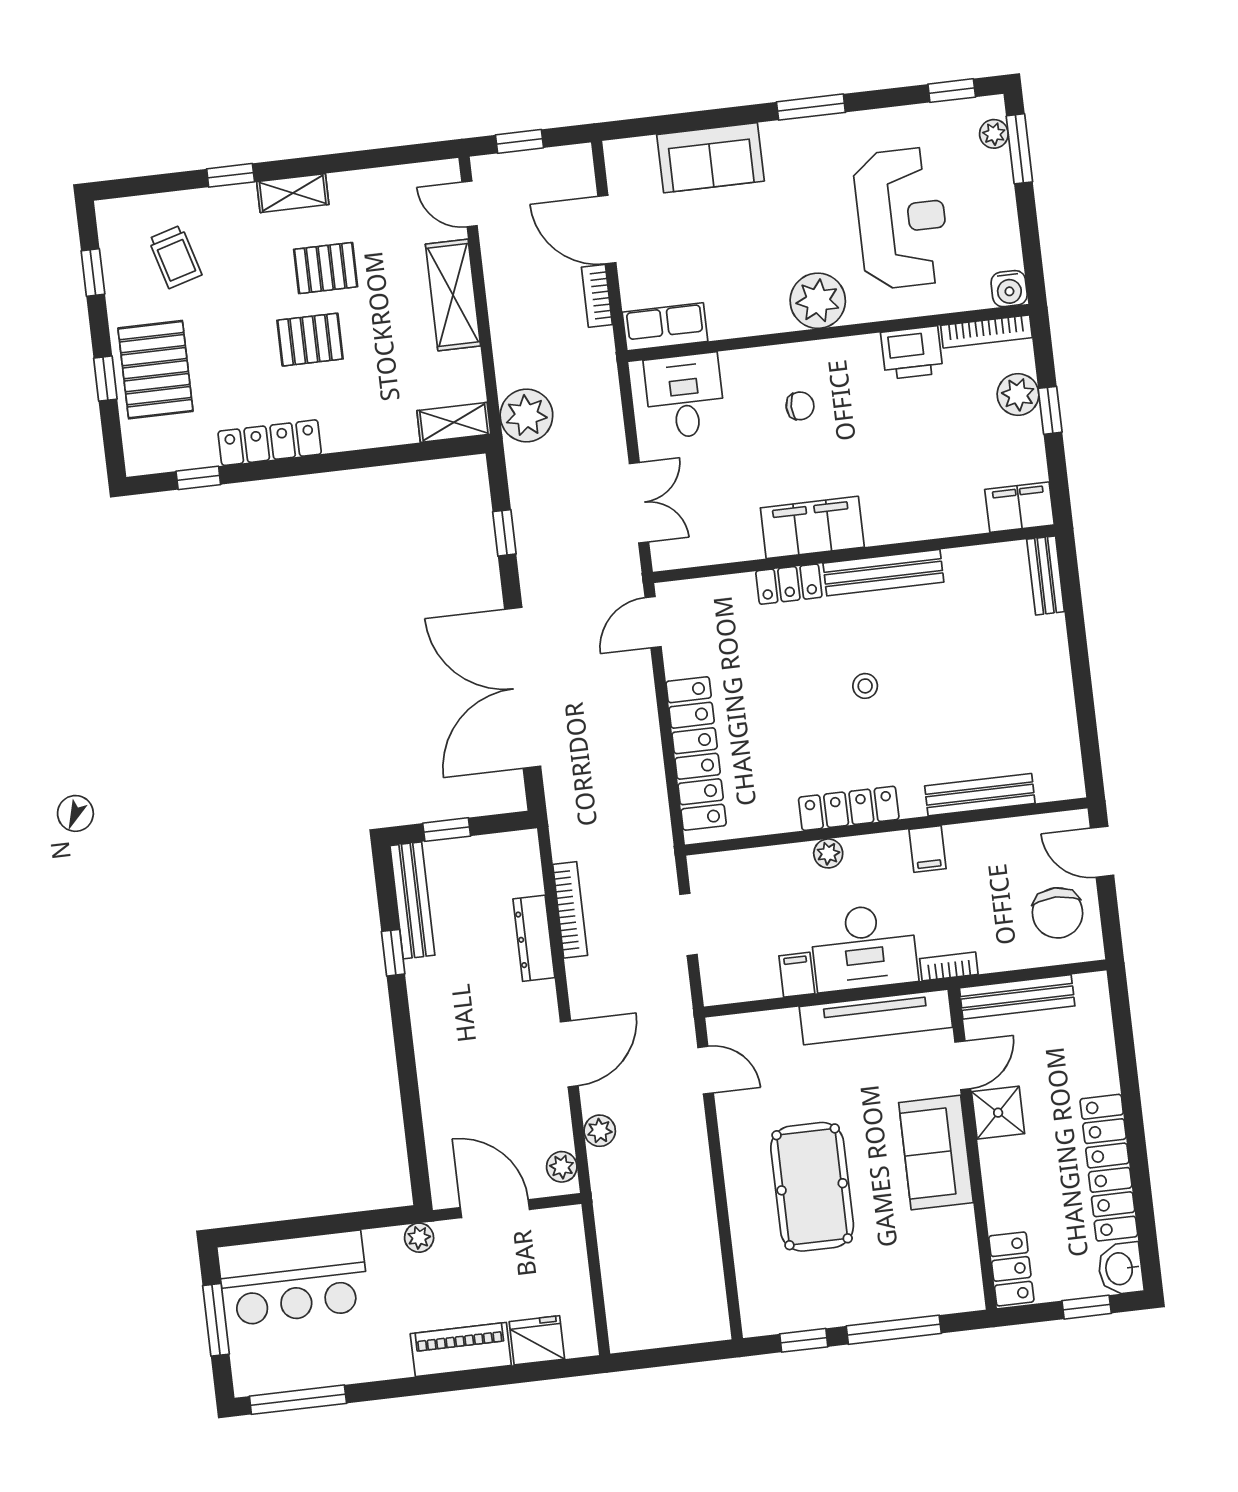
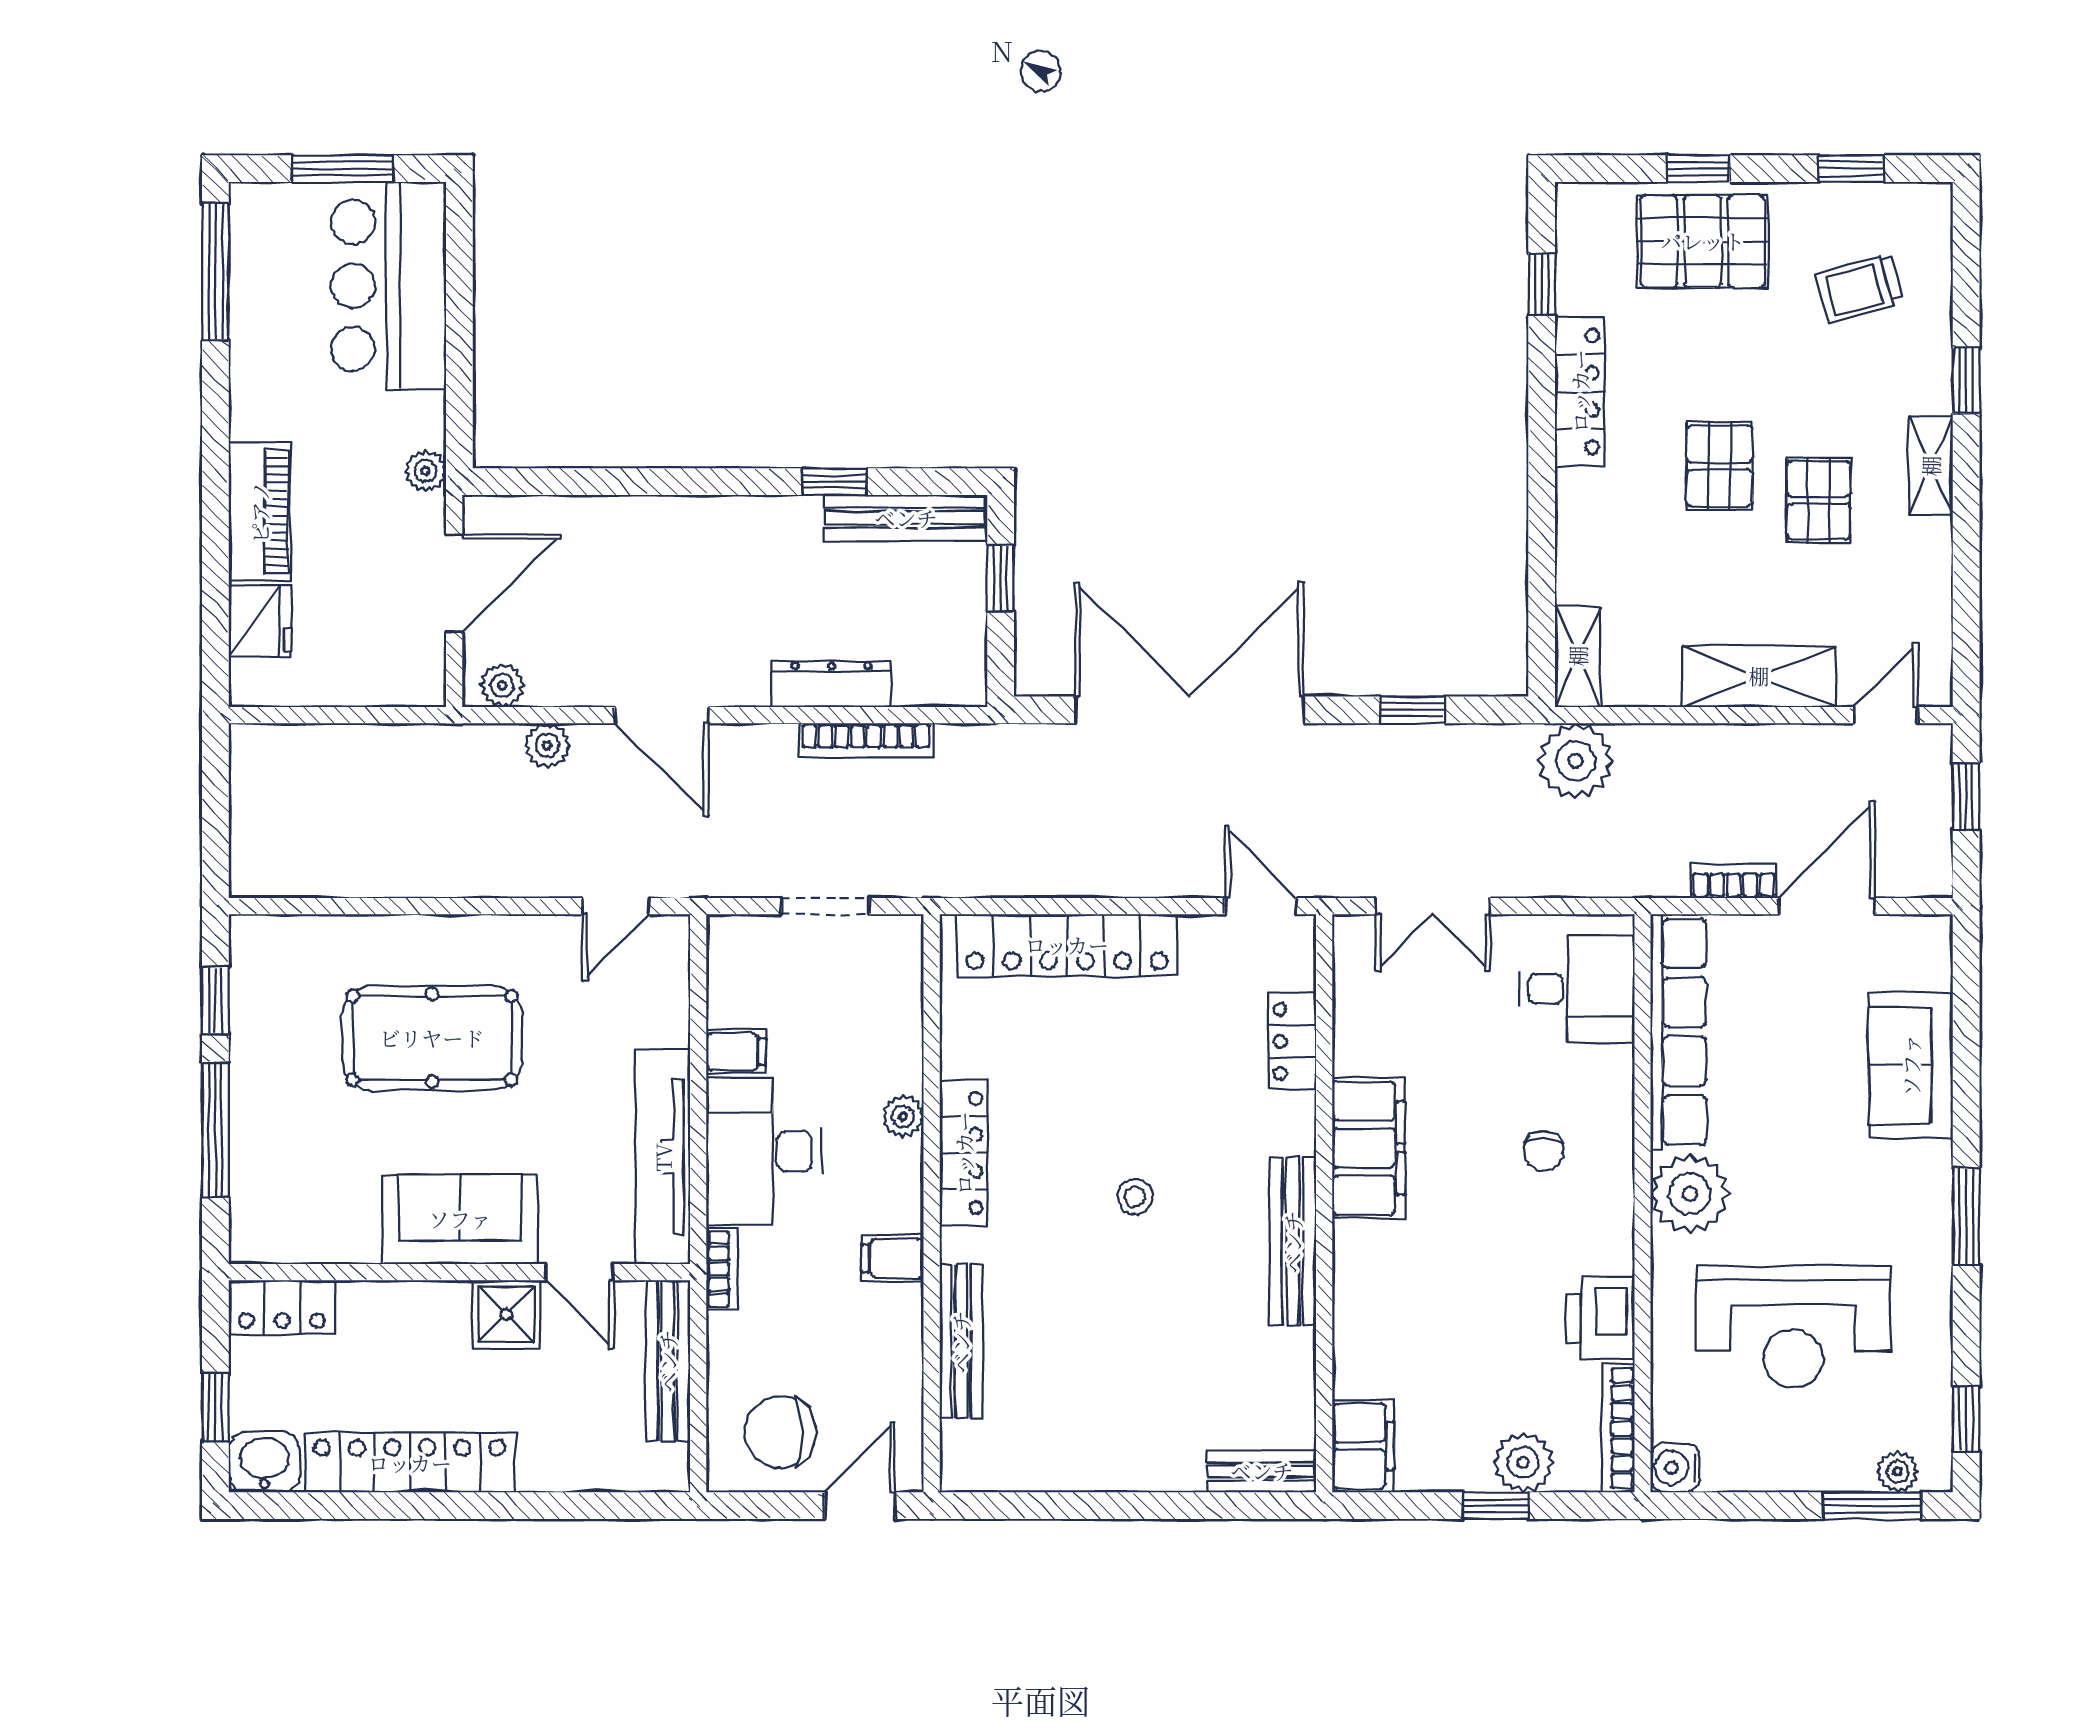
row of seats: (665, 327) -> (1678, 1032), width x2.02
locker: (789, 584) -> (1292, 1041), moved

